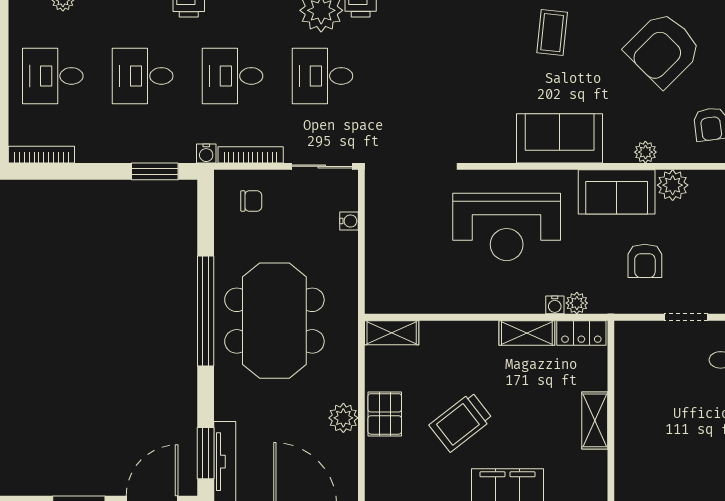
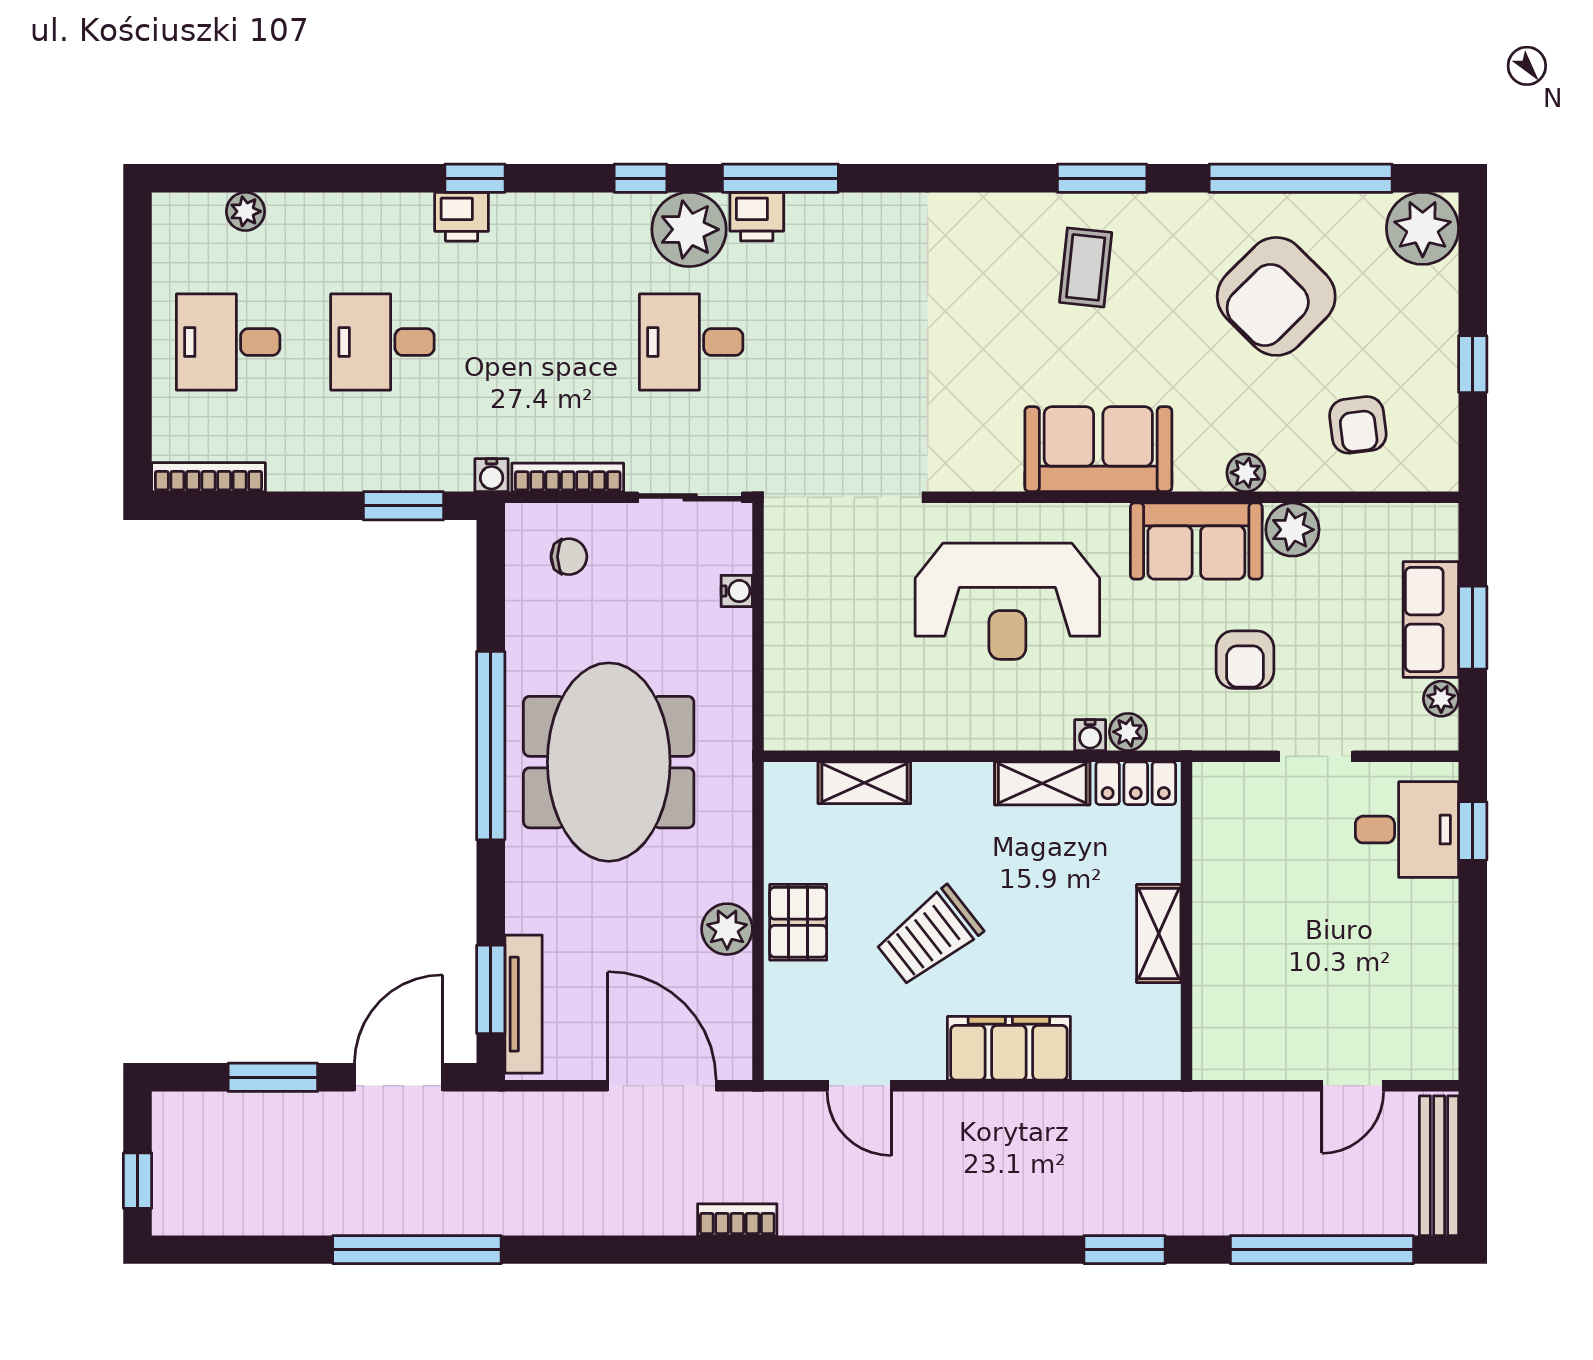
desk: (233, 76) -> (537, 342), removed
shelving: (392, 333) -> (864, 783), moved

